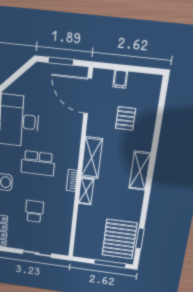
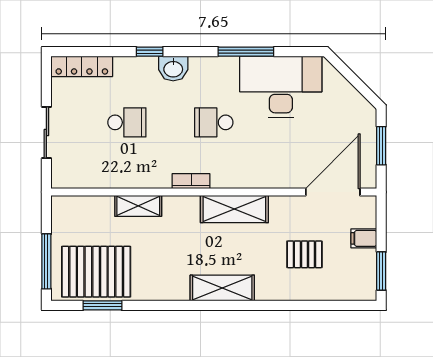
window: (143, 70) -> (381, 271), added
school desk: (38, 163) -> (214, 122), width x0.54
shelving: (86, 191) -> (138, 206), moved

